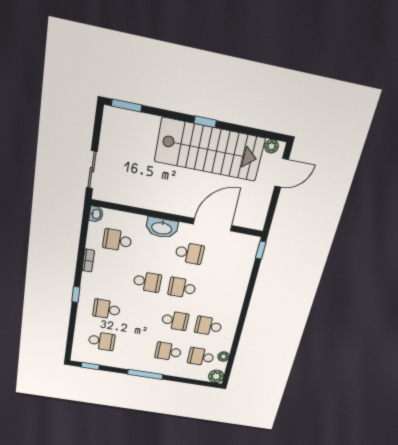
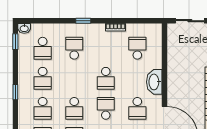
washbasin: (96, 214) -> (24, 28), moved
school desk: (135, 346) -> (43, 78), added
school desk: (168, 352) -> (43, 108), turned 180
window: (145, 374) -> (15, 92), width x0.46

